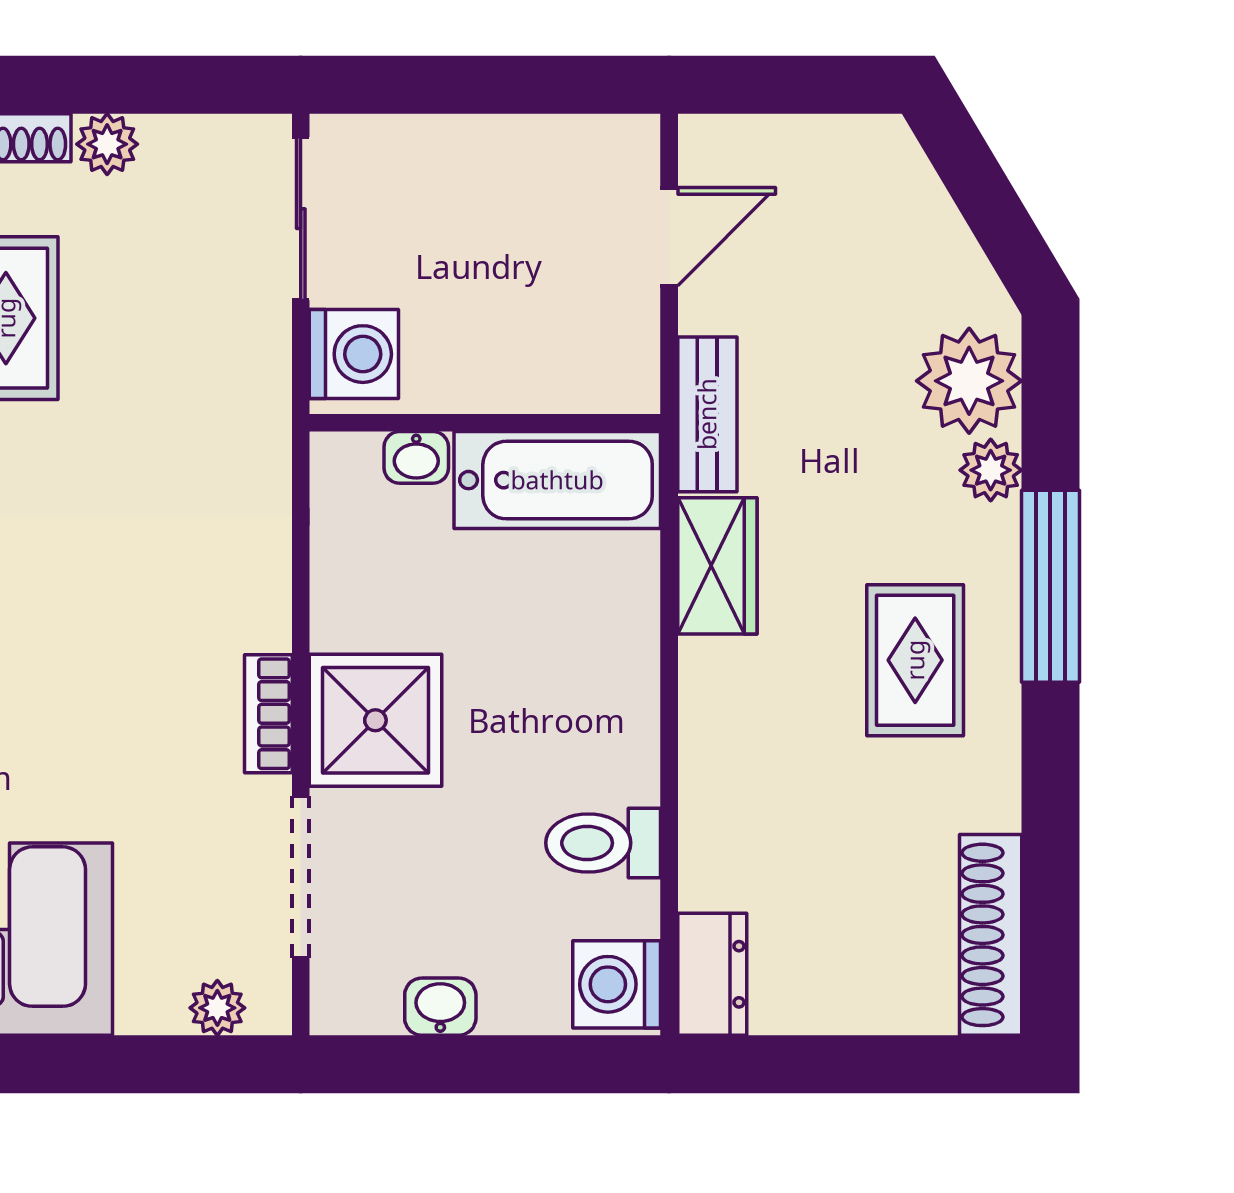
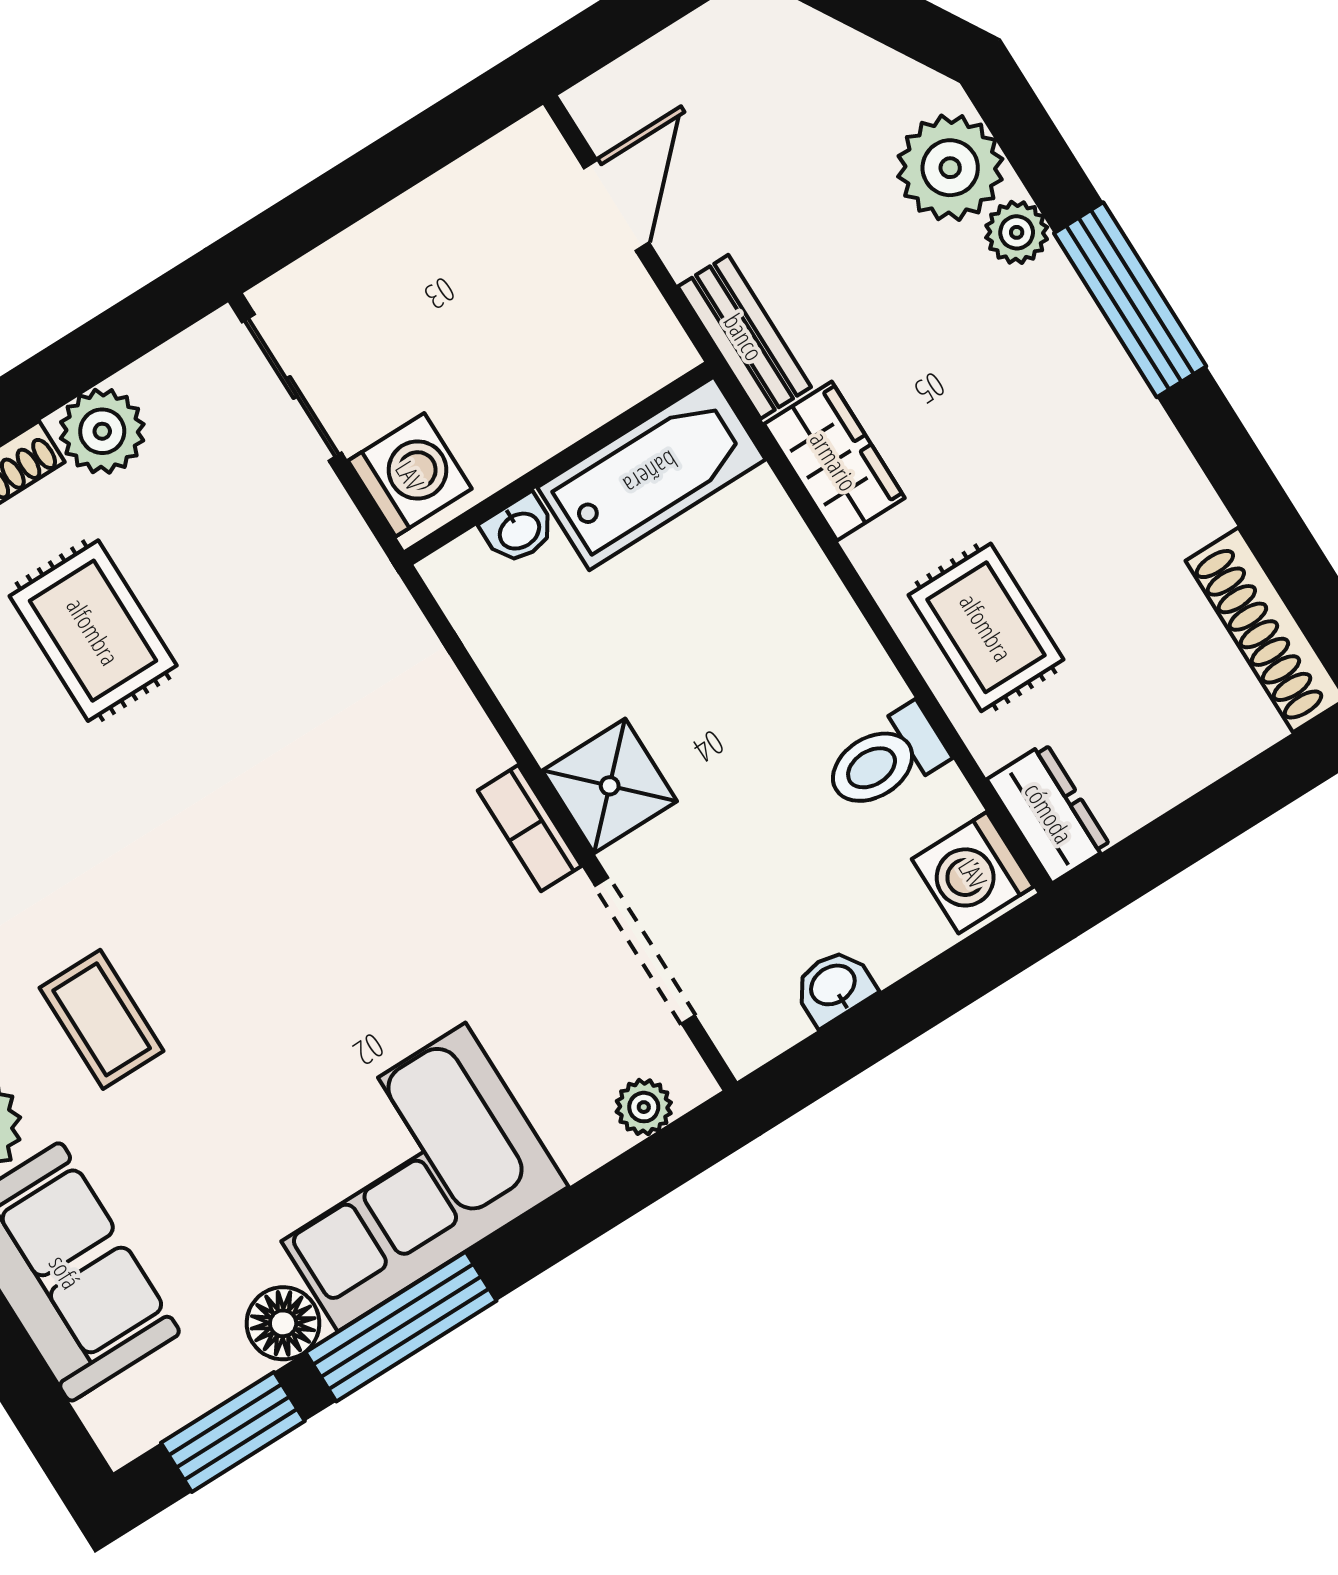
plant: (107, 144) -> (102, 431), width x1.38, depth x1.38
rug: (915, 660) -> (986, 627), moved
shower: (375, 720) -> (610, 786), width x0.73, depth x0.73

